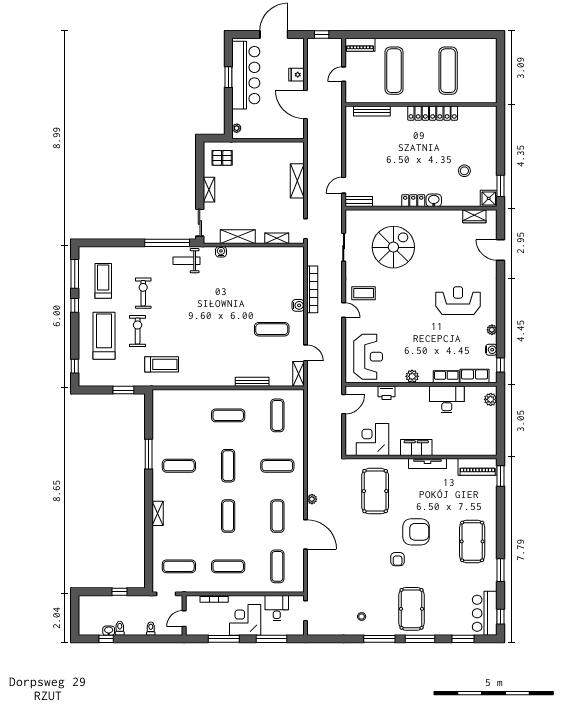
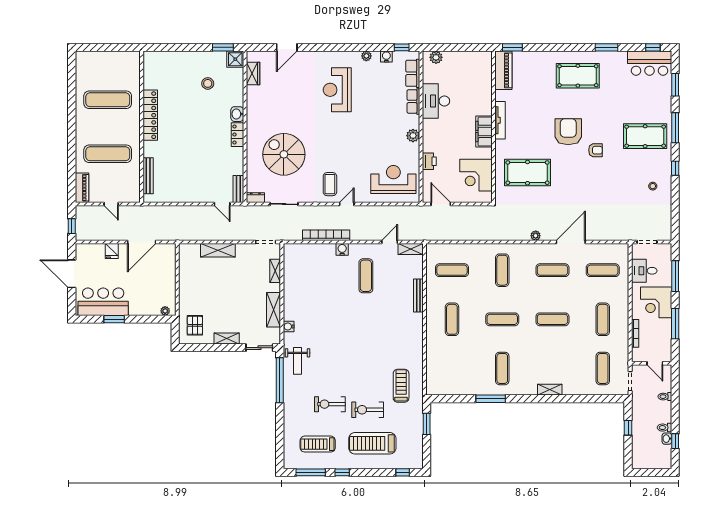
bar counter: (246, 75) -> (103, 302), width x0.73
dresser: (350, 218) -> (255, 198), added
window: (379, 639) -> (675, 168), width x0.46

